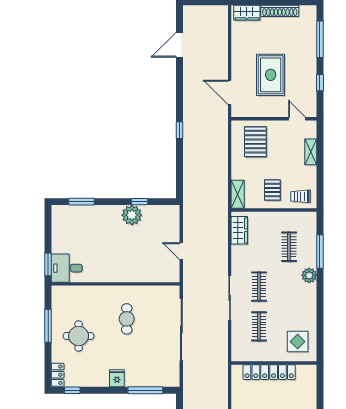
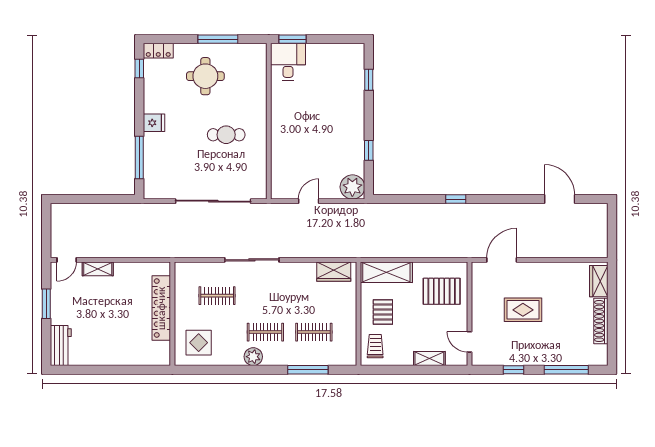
rug: (271, 75) -> (523, 310), width x0.73, depth x0.70
door: (297, 119) -> (469, 342), swing flipped
pallet: (272, 190) -> (383, 312), turned 90
shelving: (238, 194) -> (386, 272), width x1.50, depth x1.33
window: (81, 202) -> (369, 80), width x0.67
plant: (132, 215) -> (352, 187), moved
plant: (309, 275) -> (253, 357), moved
clothes rail: (259, 287) -> (265, 332), moved

